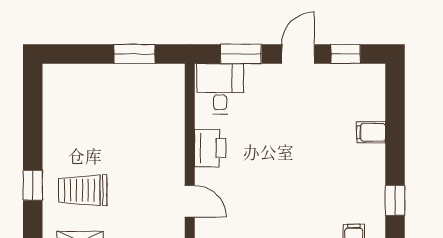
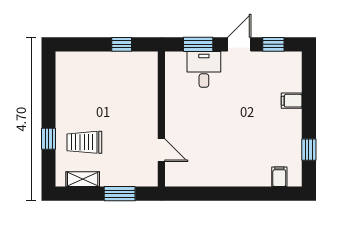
window: (134, 54) -> (122, 44), width x0.67
desk: (220, 89) -> (204, 69), moved
printer: (210, 148) -> (176, 112), removed

